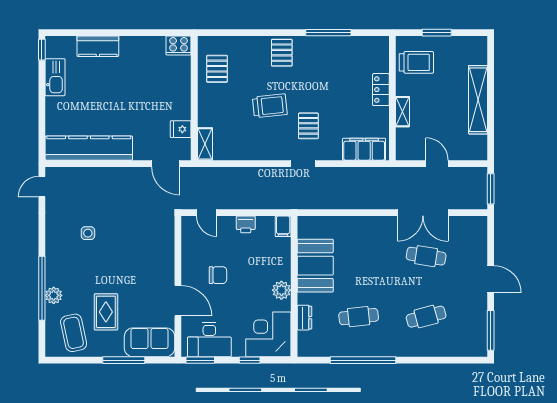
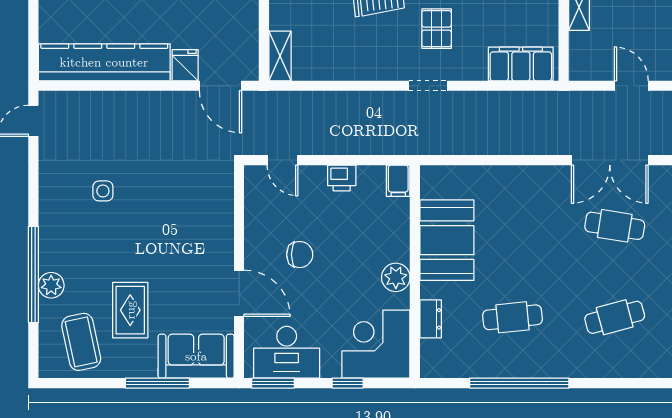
fridge: (181, 129) -> (185, 65), moved, turned 90

